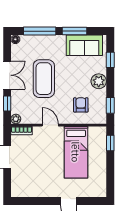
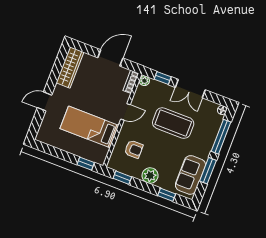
wardrobe: (30, 190) -> (70, 67), added

